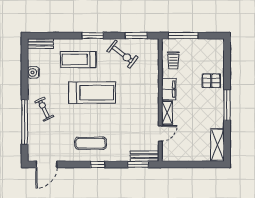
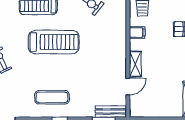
filing cabinet: (169, 89) -> (137, 32), width x0.50

